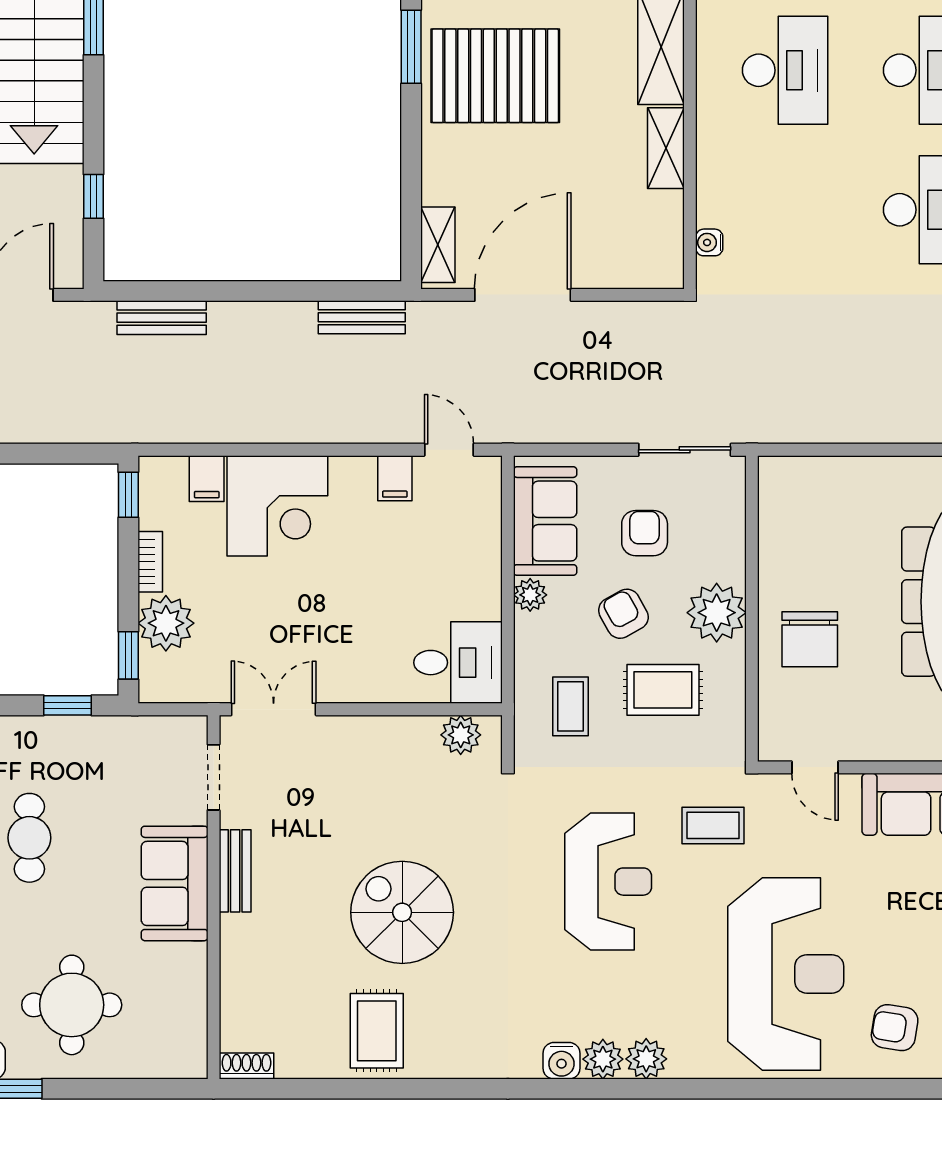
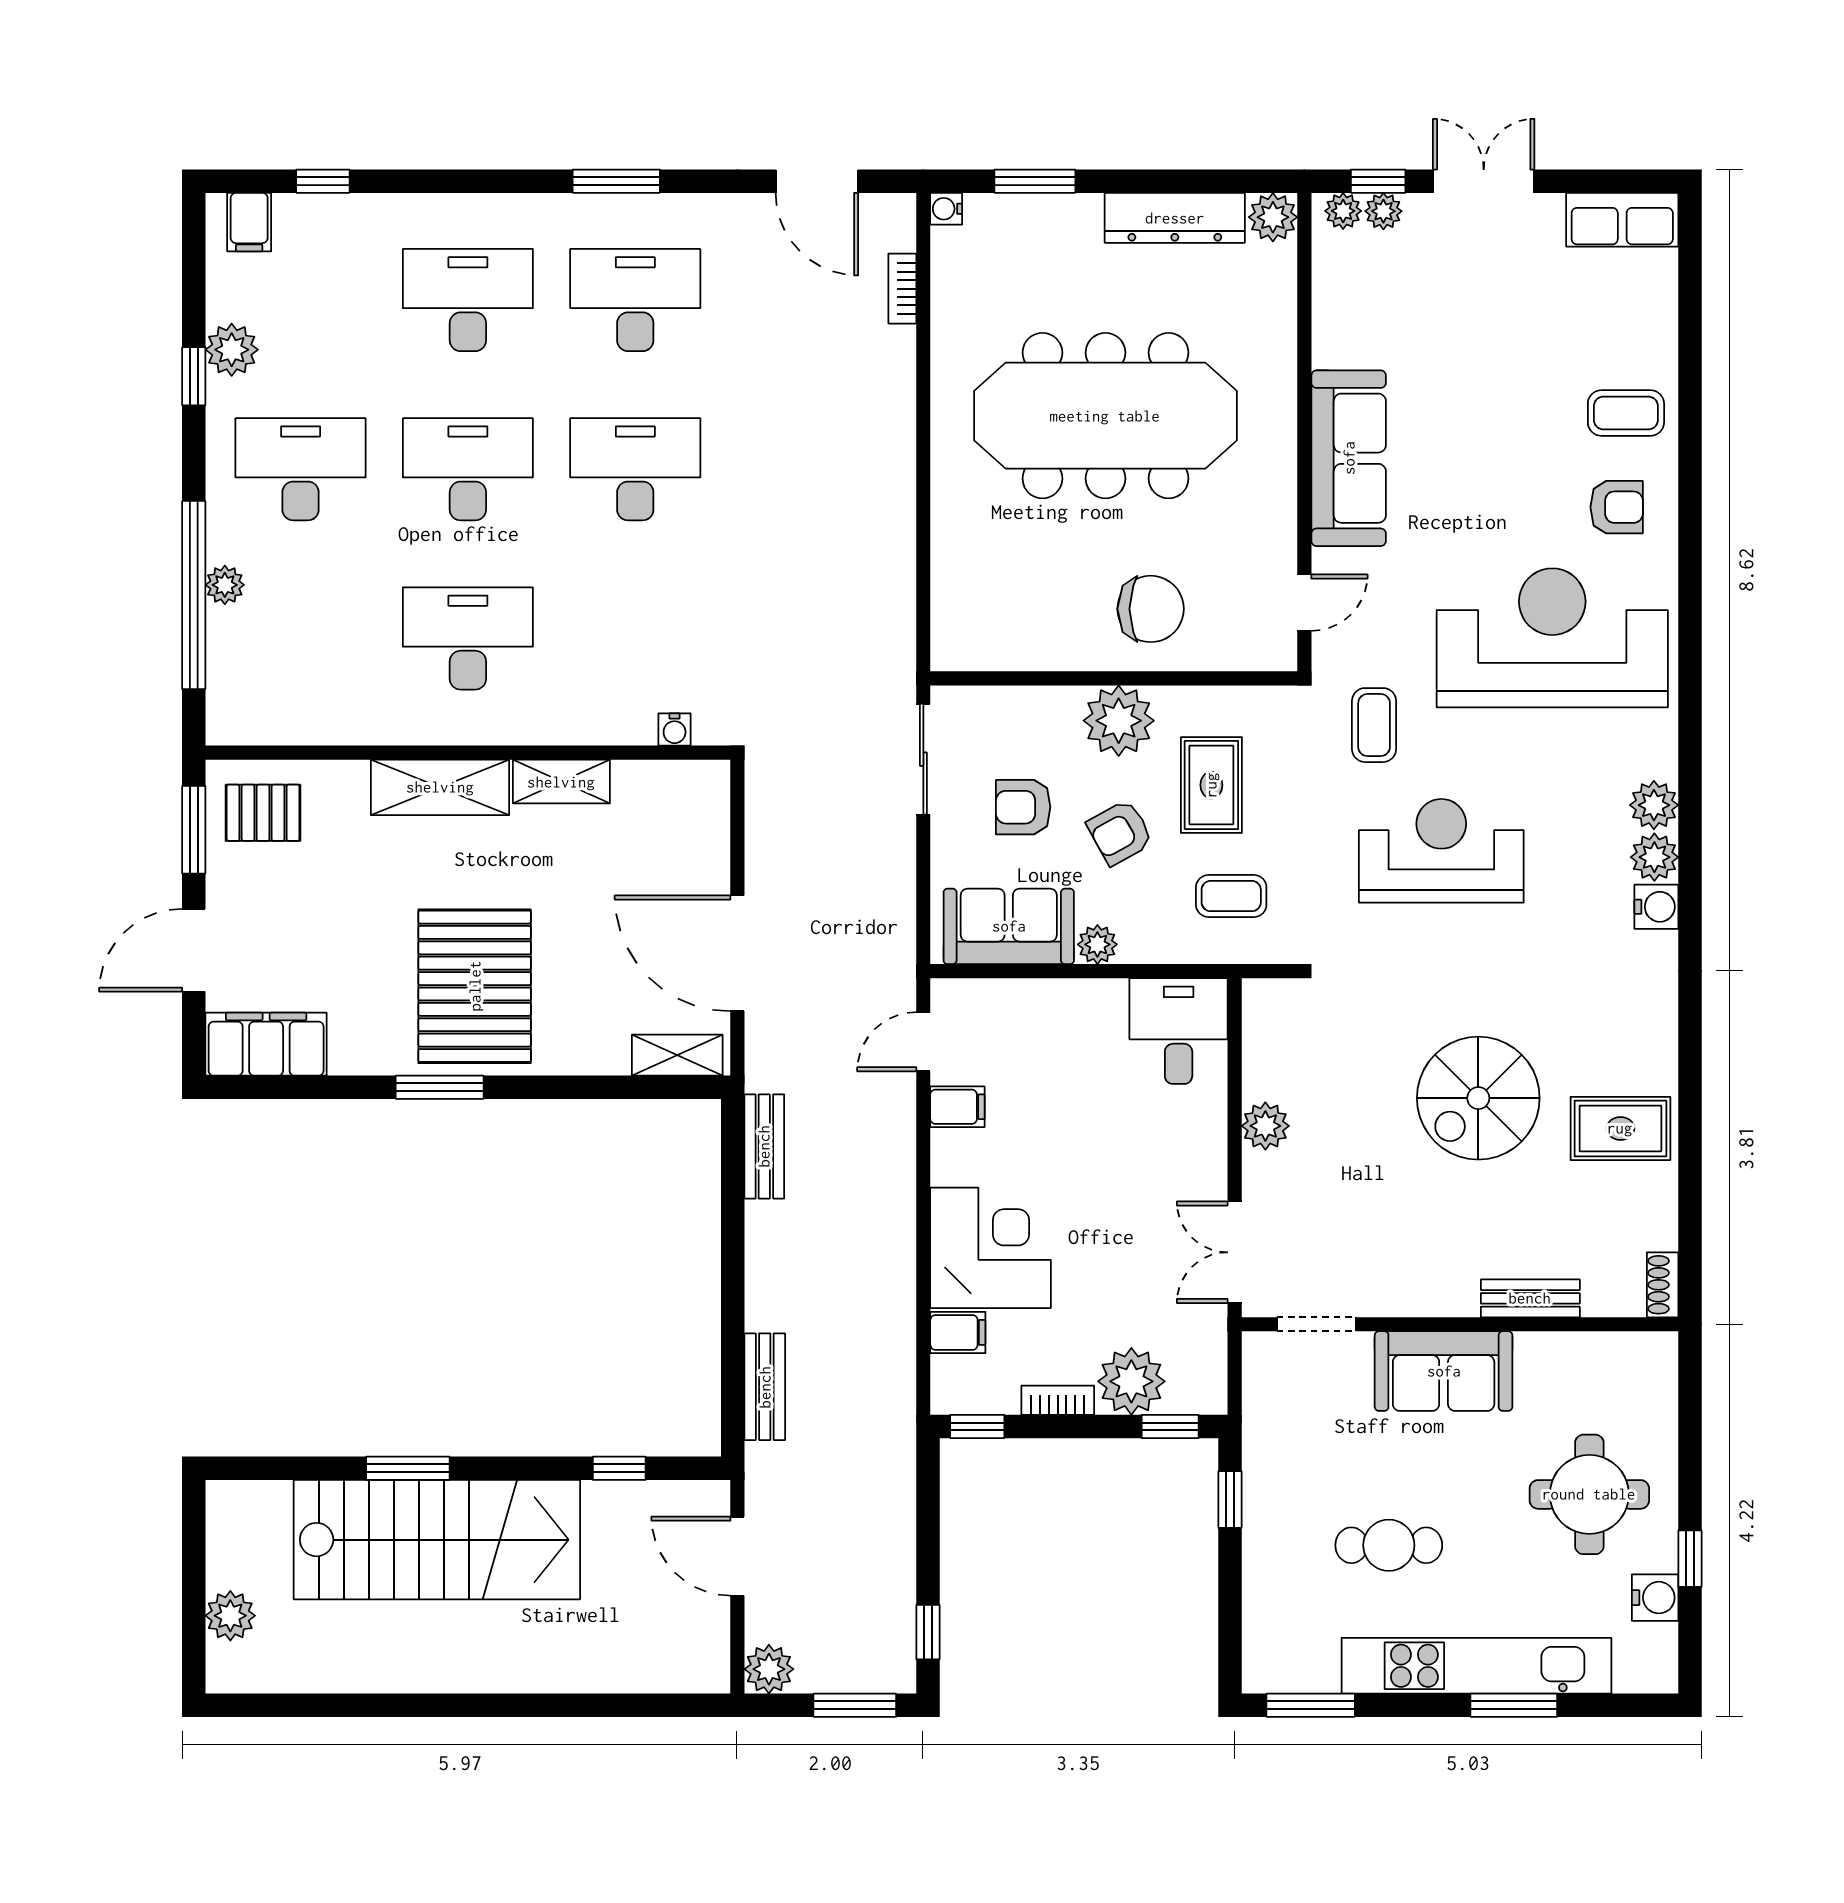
plant: (461, 735) -> (1265, 1126), moved
bench: (235, 871) -> (1530, 1298), moved
armchair: (895, 1028) -> (1617, 507), turned -99

